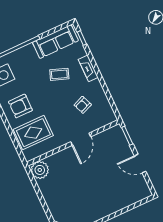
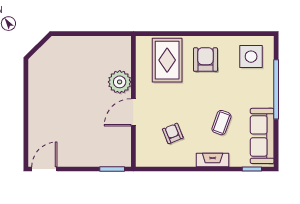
door: (81, 139) -> (133, 112), hinge flipped
door: (140, 164) -> (44, 169), moved
plant: (40, 170) -> (120, 82), moved

